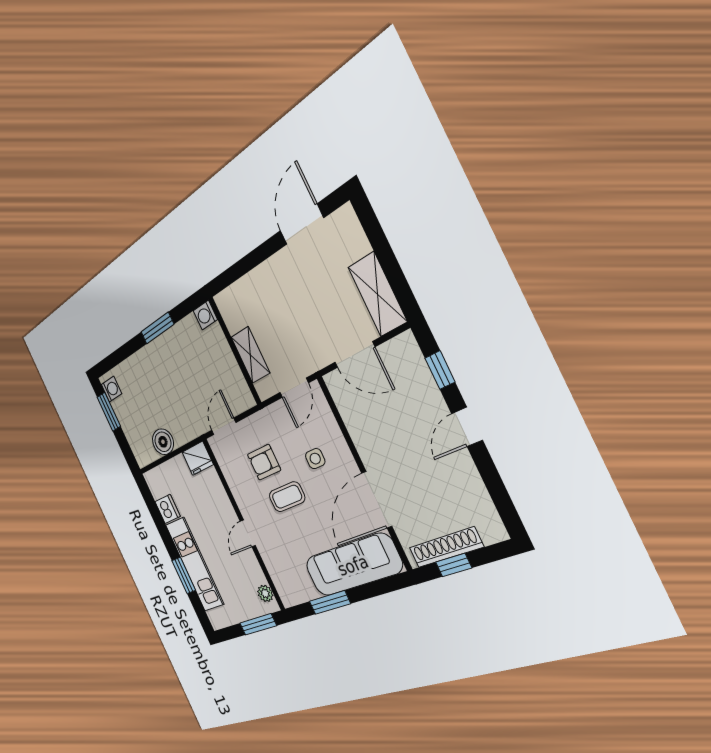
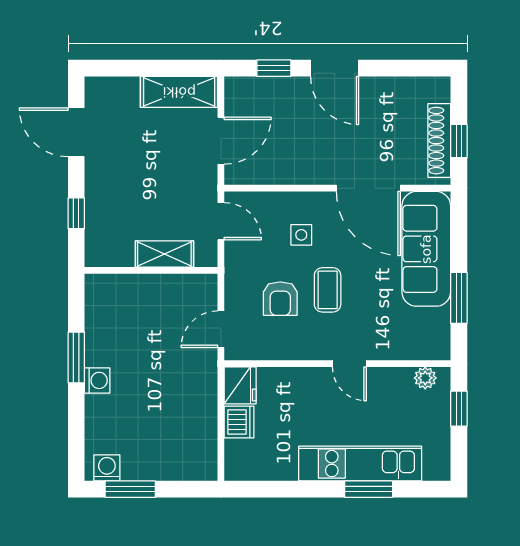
window: (244, 266) -> (76, 213), added
washing machine: (205, 315) -> (97, 380), moved, turned -90
door: (224, 426) -> (221, 329), hinge flipped
door: (467, 427) -> (335, 68), width x1.38
boiler: (163, 442) -> (201, 425), removed
dishwasher: (168, 509) -> (239, 422), moved, turned 90
window: (258, 624) -> (459, 409), width x0.67

